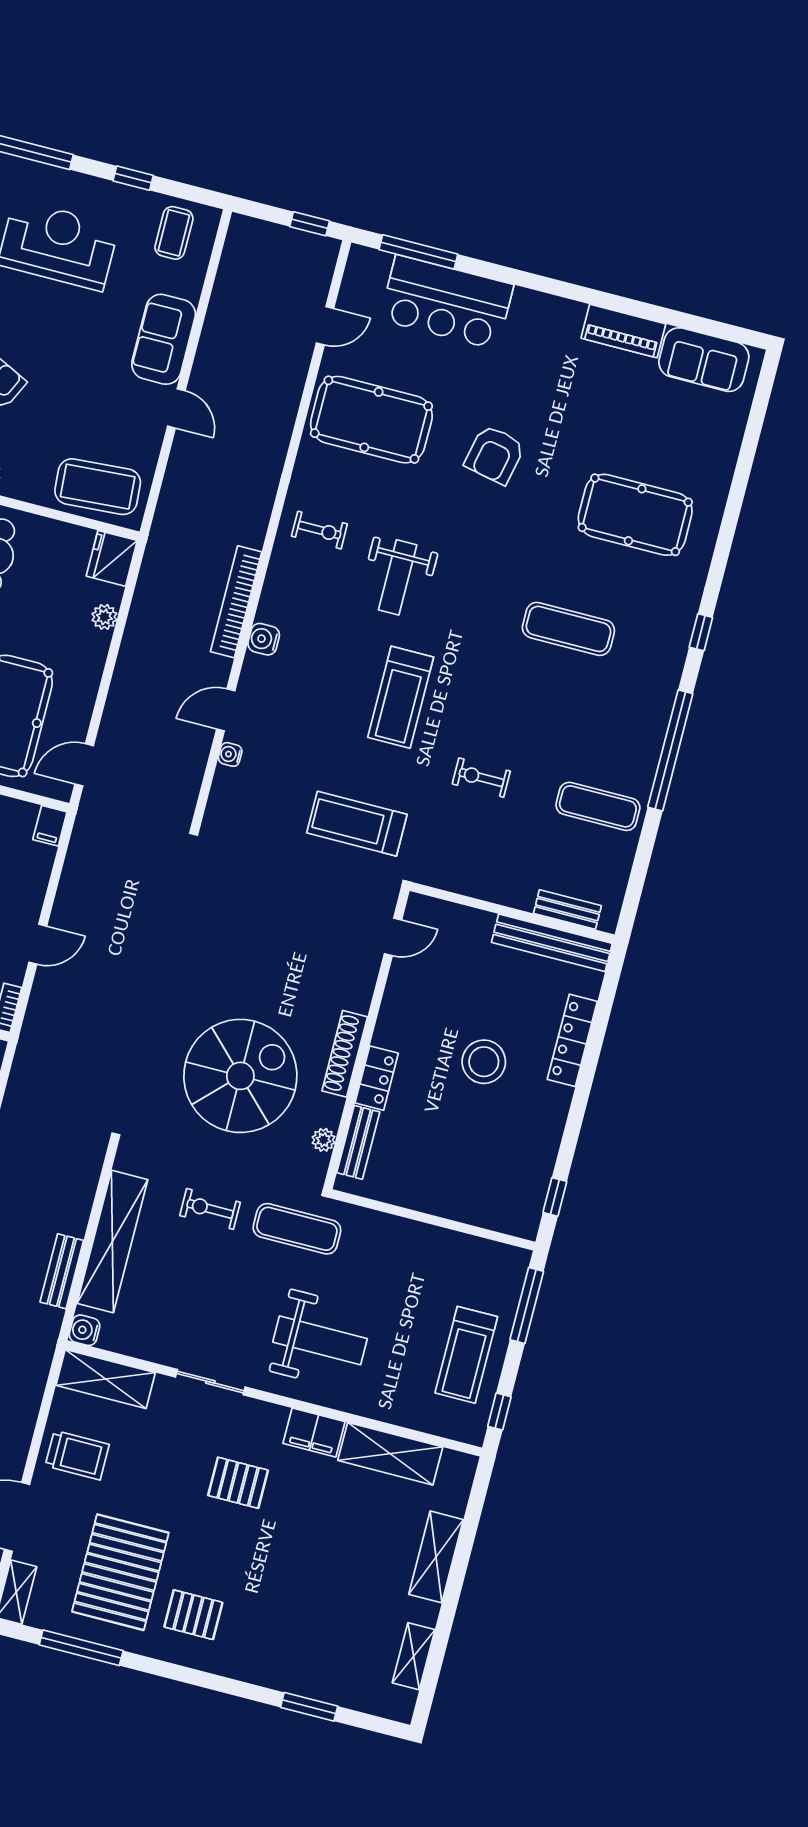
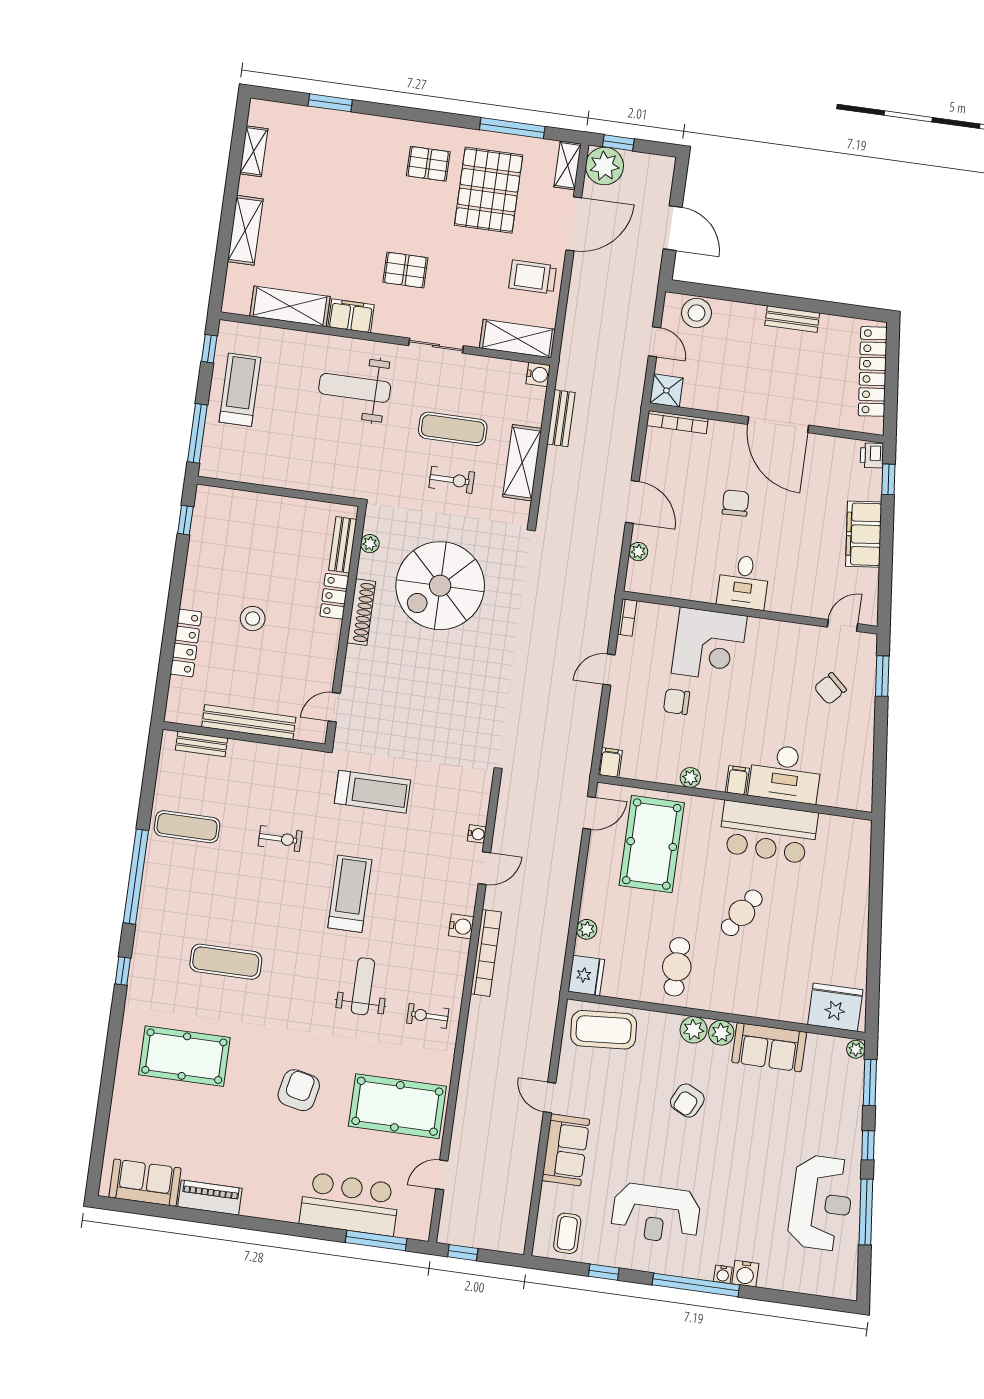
bench: (552, 943) -> (249, 722), moved
stool: (484, 1062) -> (253, 619), width x0.73, depth x0.73
exercise mat: (297, 1229) -> (453, 429), moved
shelving: (112, 1242) -> (522, 463), width x0.68

